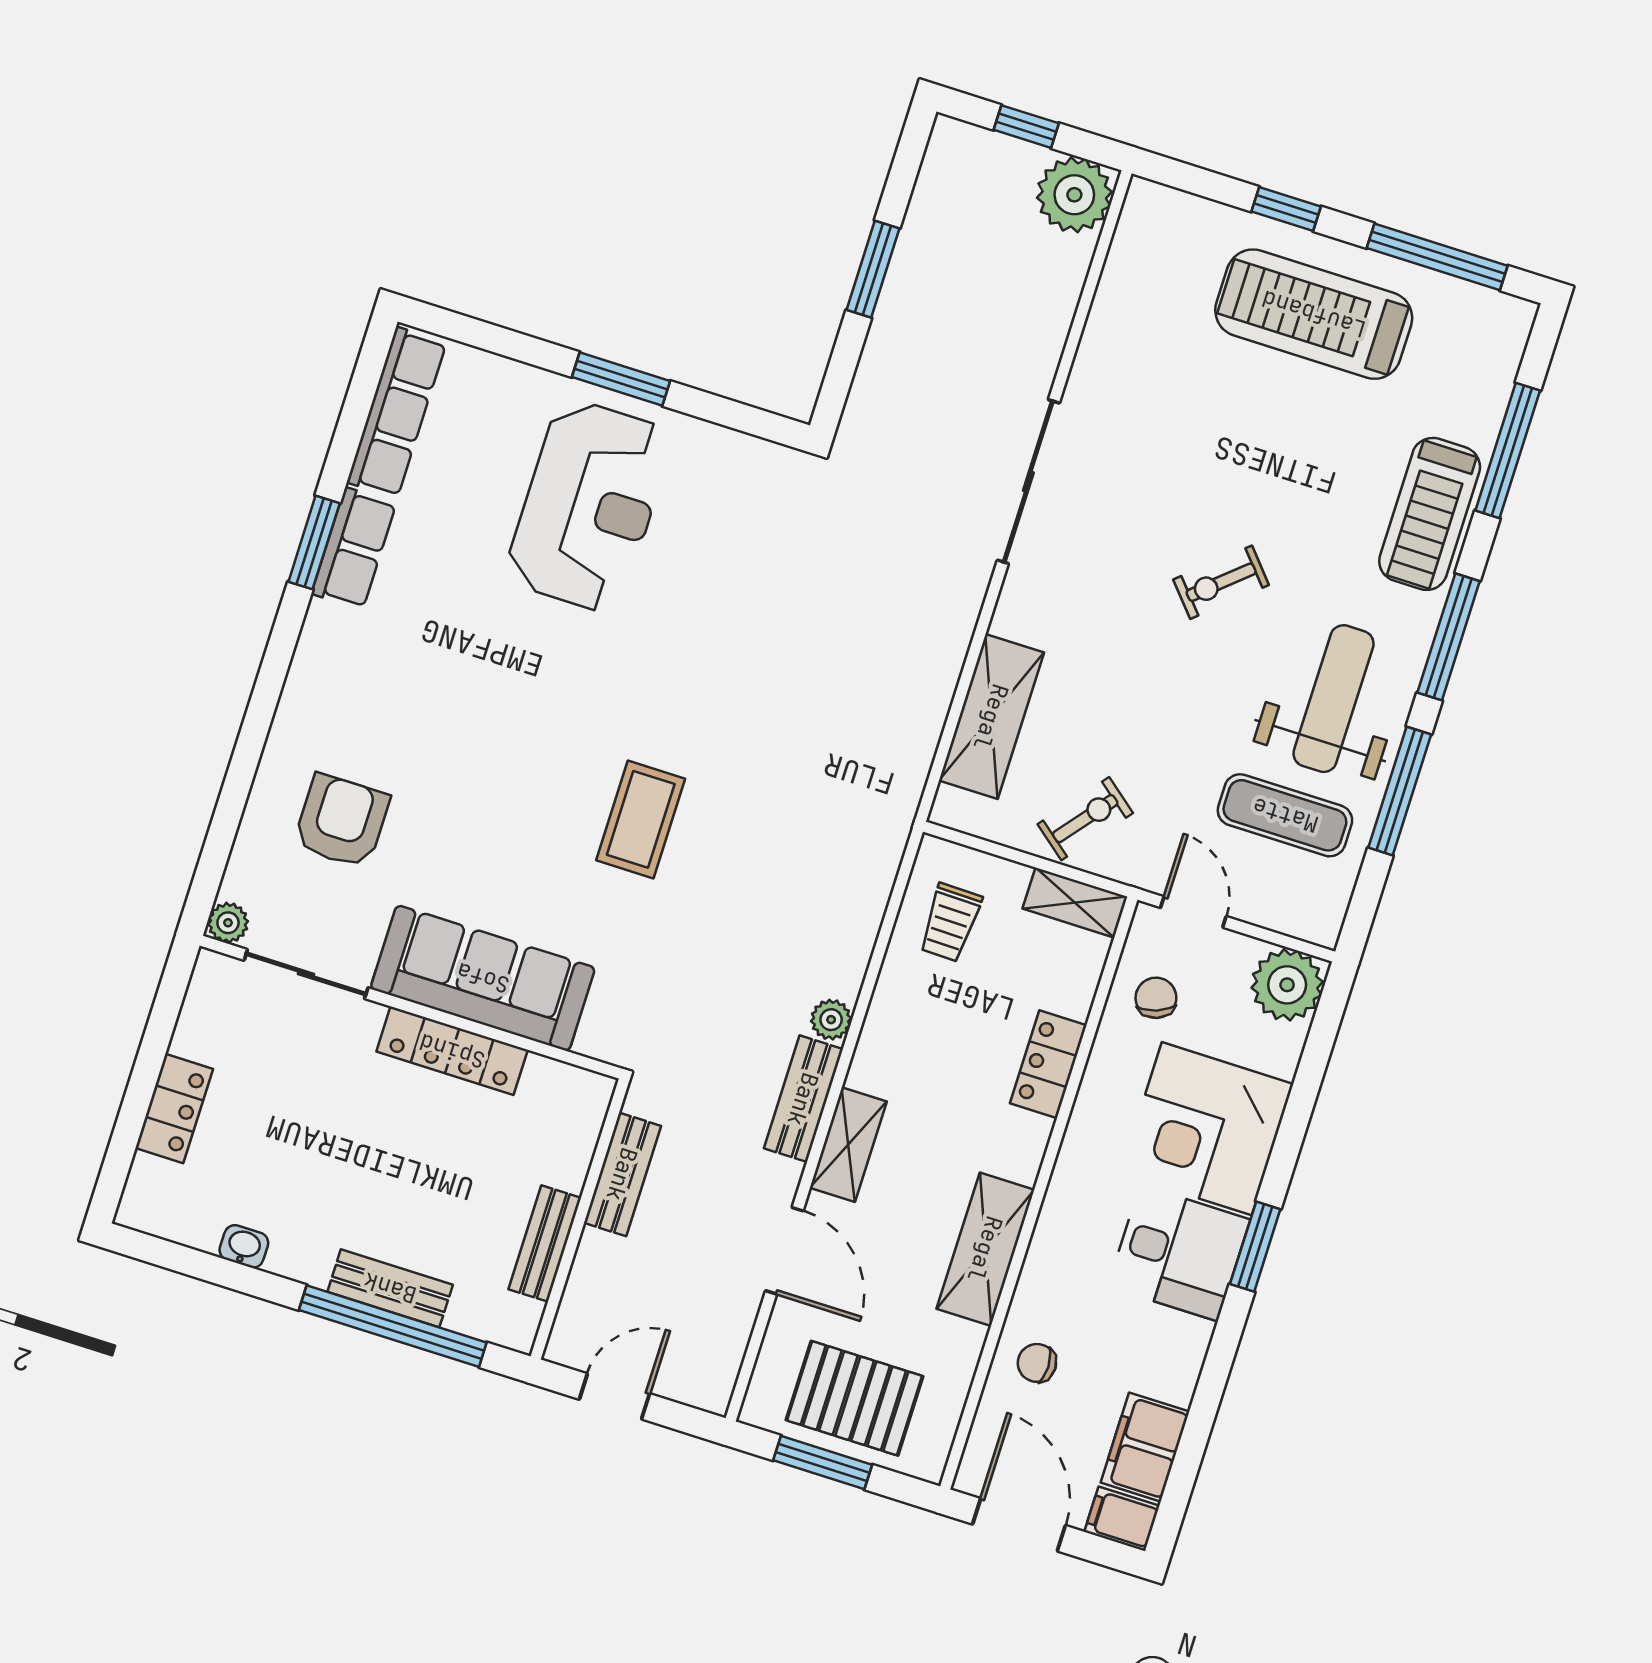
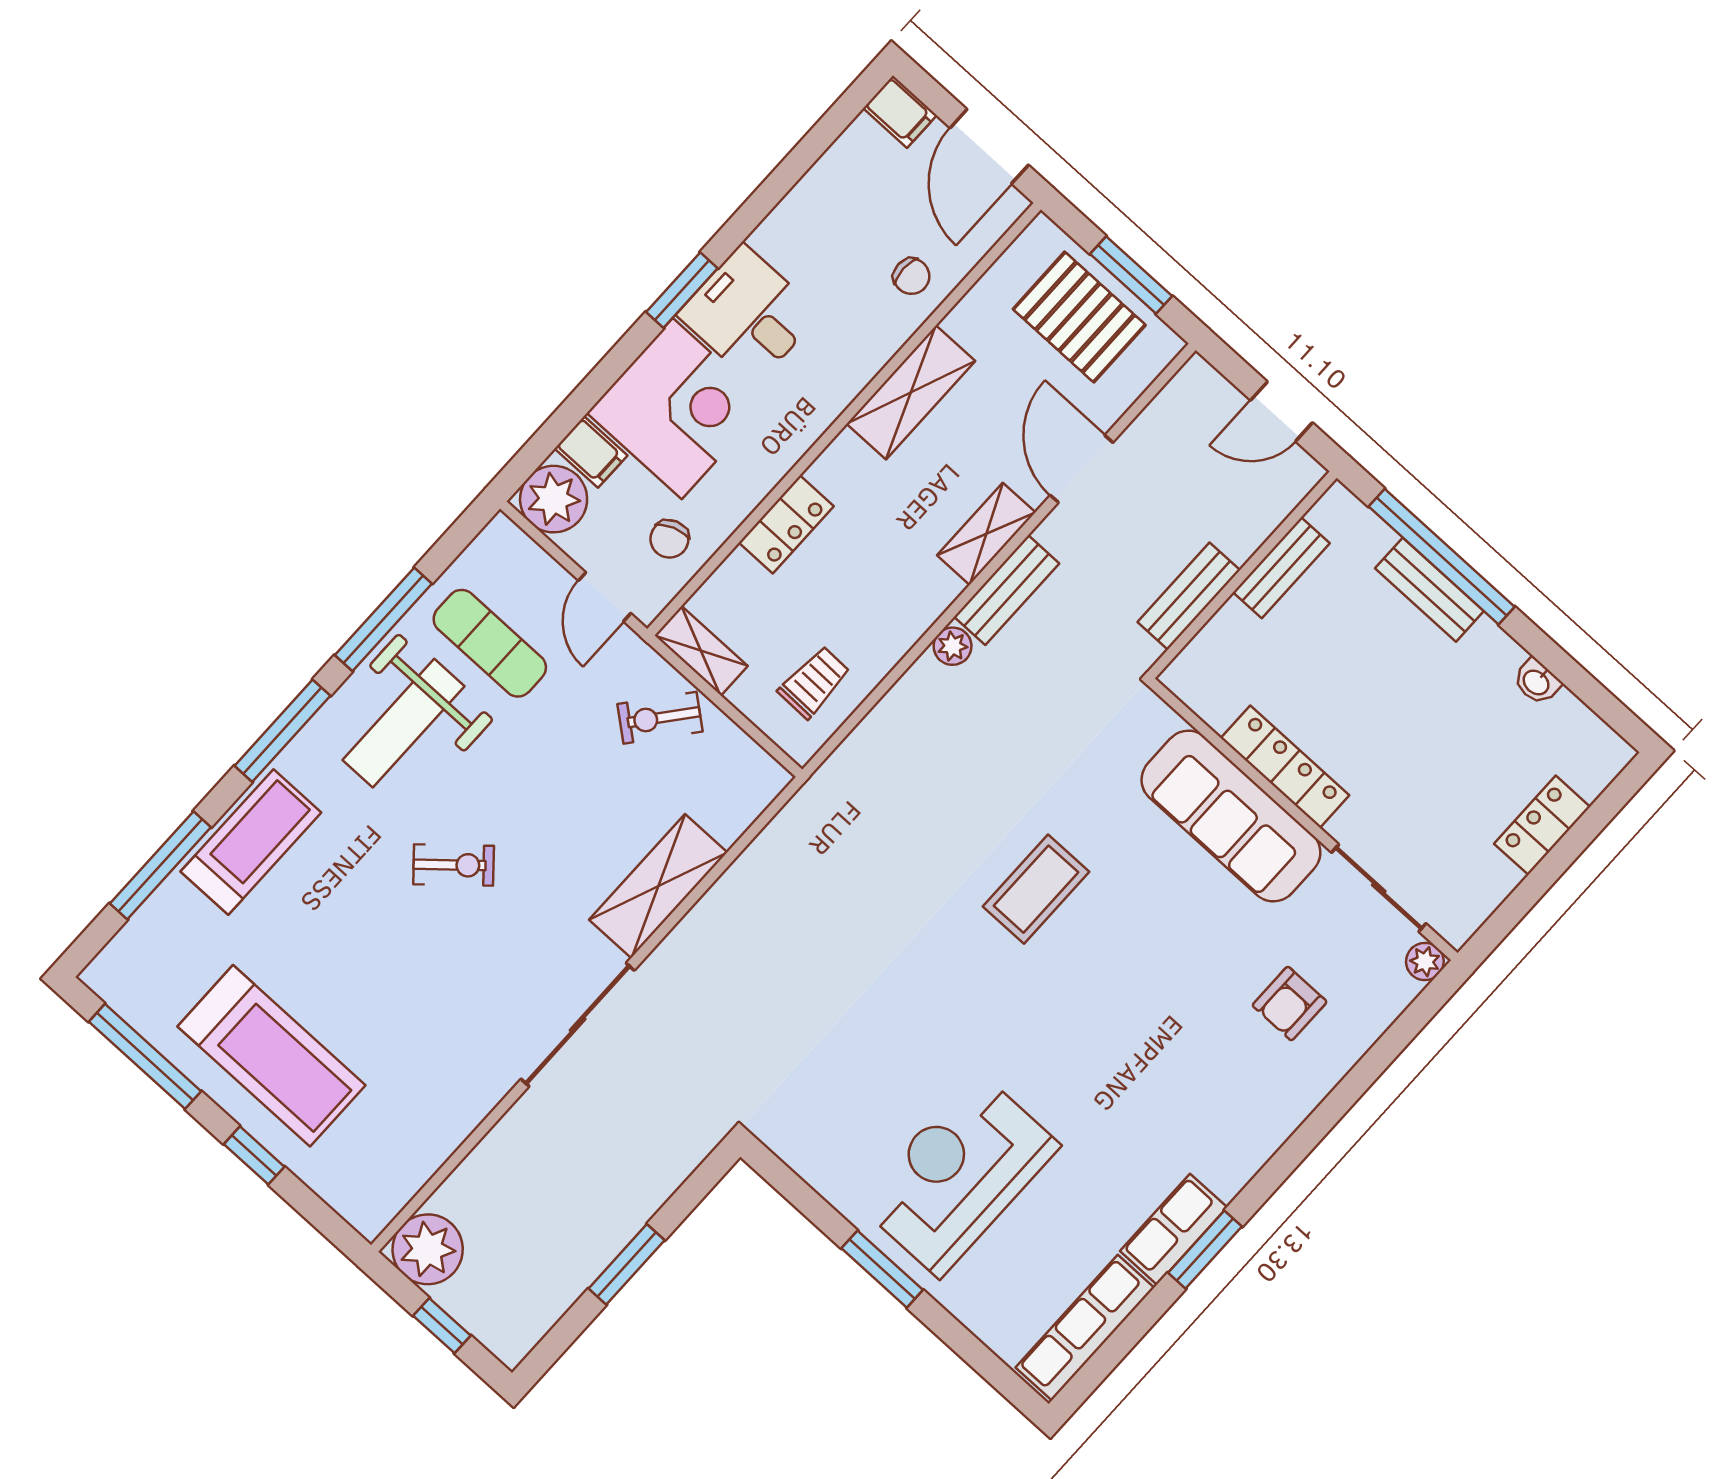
shelving: (991, 717) -> (658, 886), moved
armchair: (342, 821) -> (1290, 1004), width x0.72, depth x0.72
filing cabinet: (1145, 1447) -> (591, 452), moved, width x0.50

